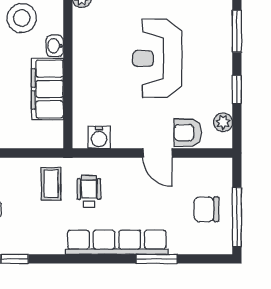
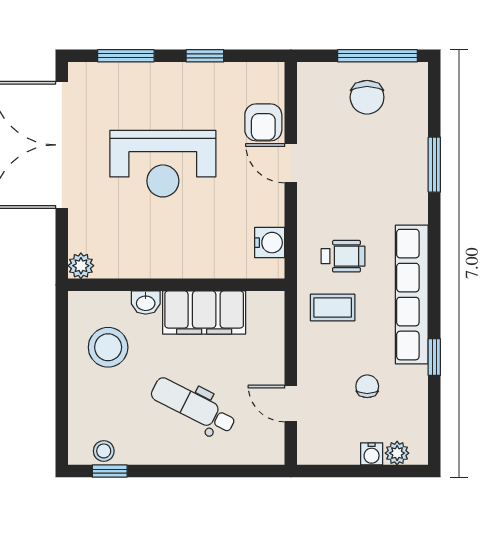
plant: (223, 122) -> (249, 75), removed
door: (158, 153) -> (291, 163), swing flipped
wheelchair: (89, 192) -> (343, 256), turned 180
row of seats: (117, 242) -> (412, 295), moved

